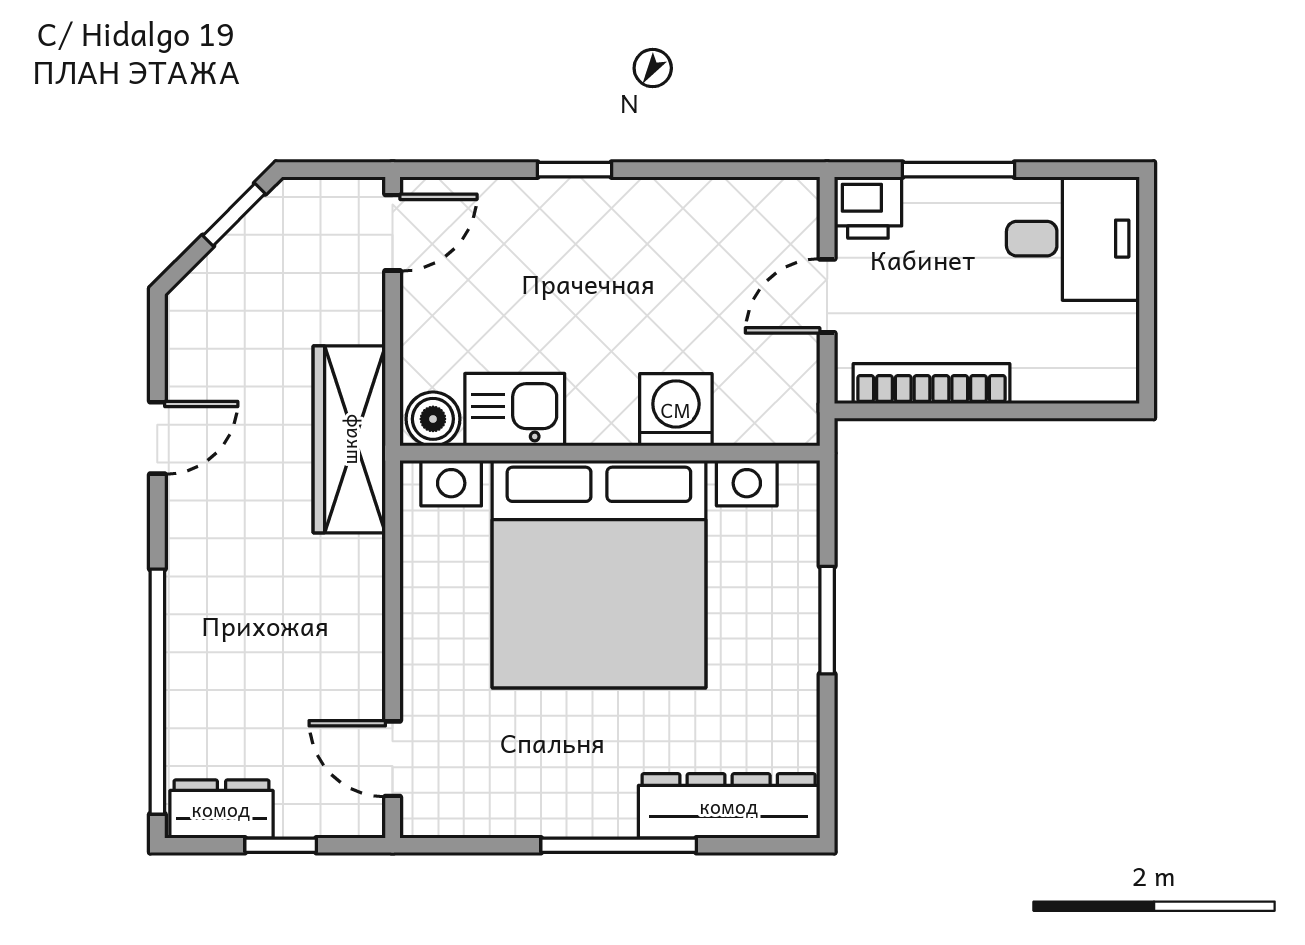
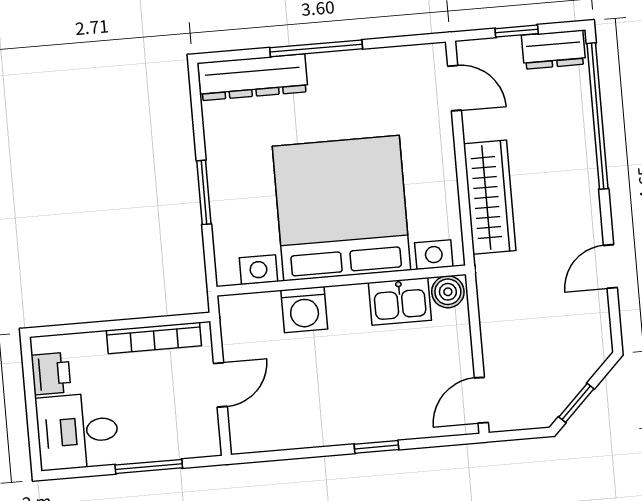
printer: (868, 208) -> (51, 374), moved, turned 90
wardrobe: (349, 439) -> (490, 197), moved

